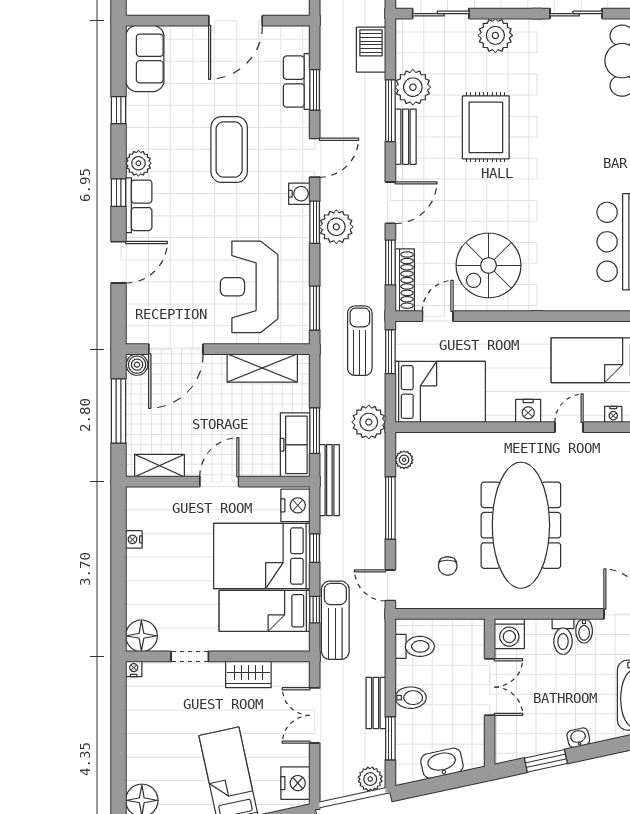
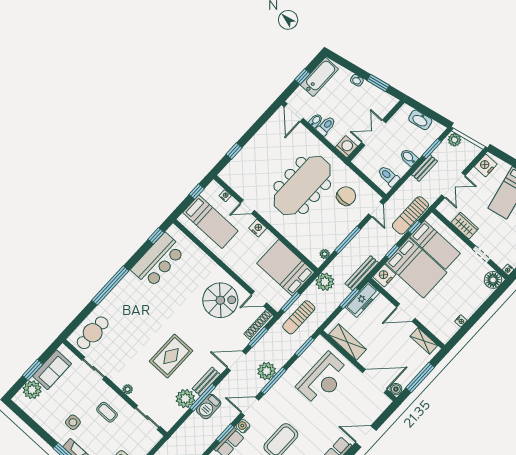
plant: (495, 35) -> (128, 389), width x0.53, depth x0.53
barbecue: (371, 50) -> (209, 407), moved
water cooler: (299, 194) -> (243, 426), moved
window: (315, 222) -> (273, 381), width x1.44
chair: (448, 566) -> (346, 196), width x1.87, depth x1.87

